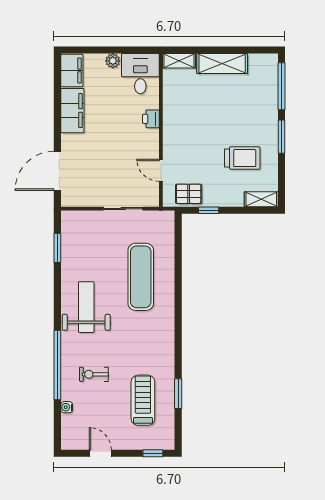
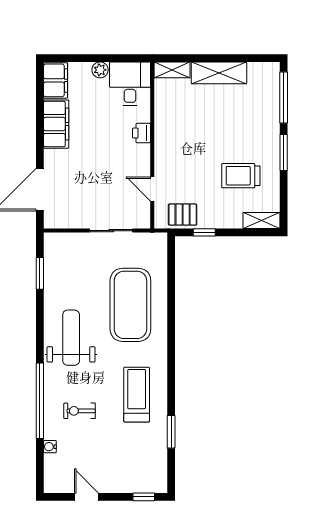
trolley: (242, 158) -> (241, 176), turned 180
exercise mat: (141, 277) -> (130, 305), width x1.47
treadmill: (143, 400) -> (137, 395), moved

